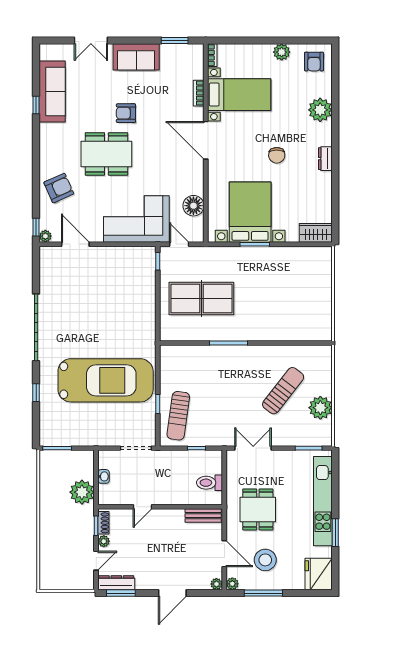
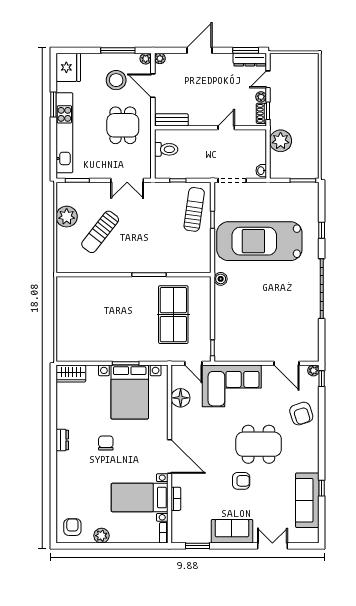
plant: (320, 110) -> (67, 484), removed
armchair: (59, 188) -> (301, 414), turned -84
table tennis table: (201, 298) -> (173, 315), turned 90
boiler: (149, 338) -> (221, 279), added
washbasin: (104, 476) -> (261, 171), moved

